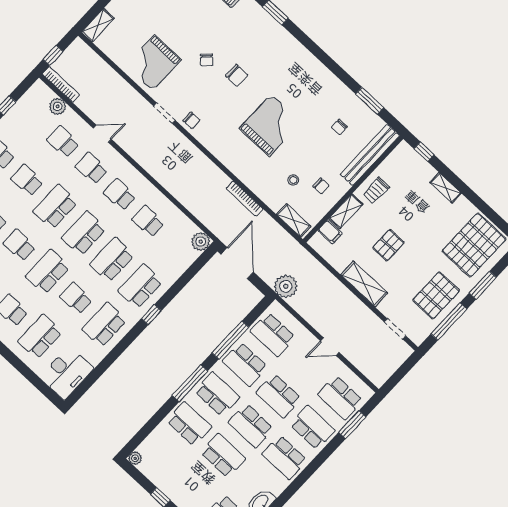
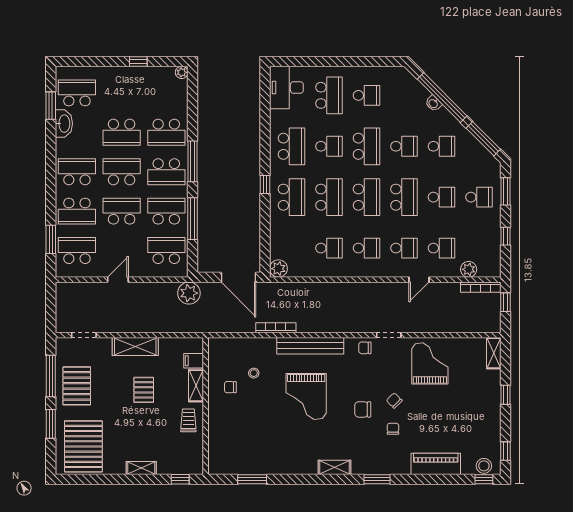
chair: (339, 127) -> (393, 429), moved
bench: (370, 155) -> (310, 346), moved, turned 90
shelving: (294, 220) -> (335, 467), moved

